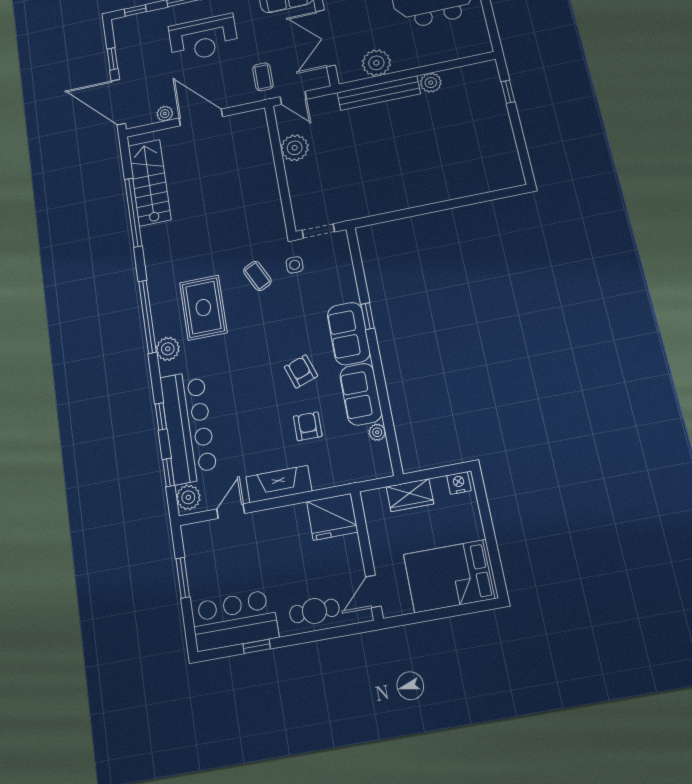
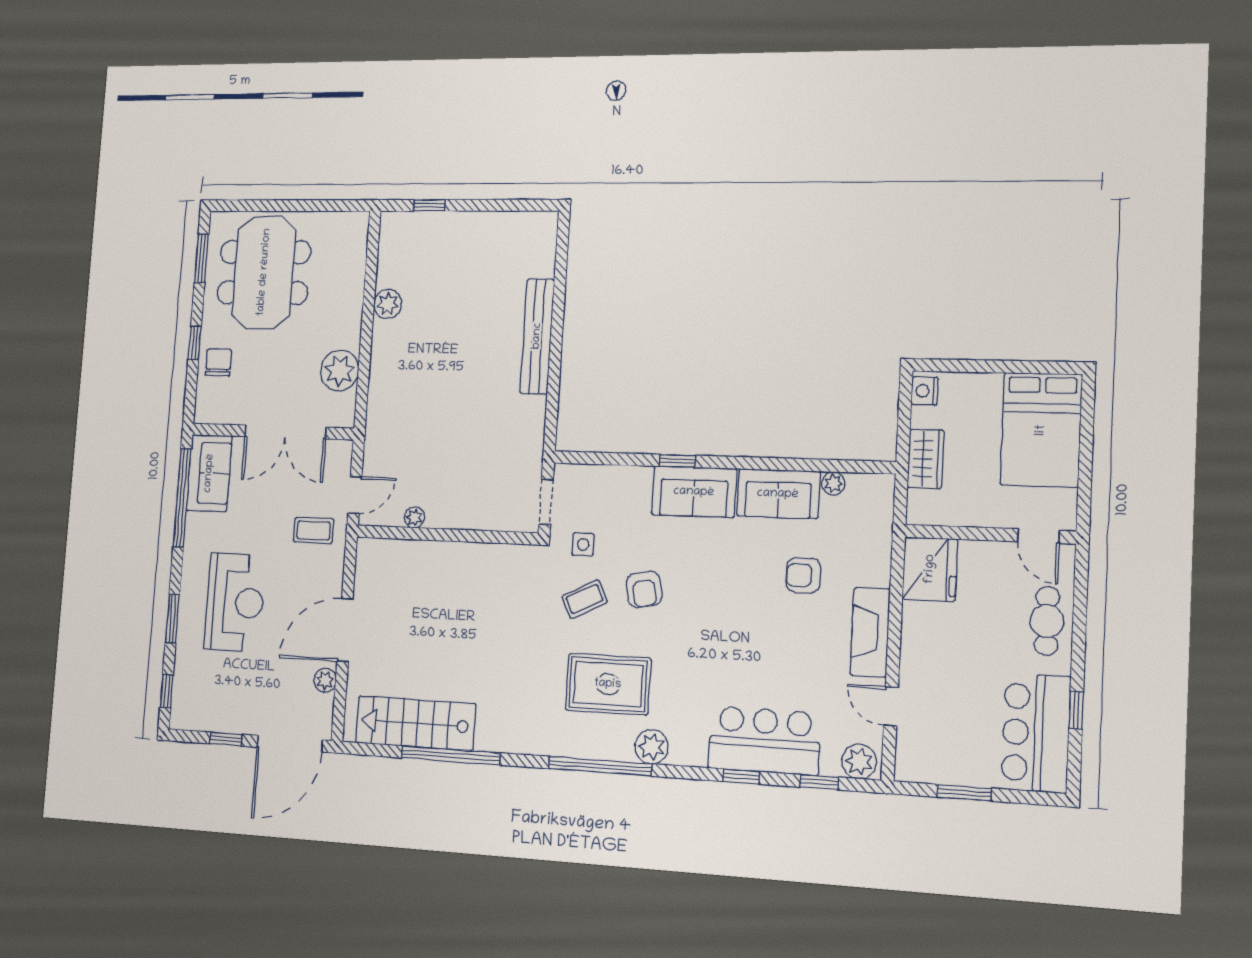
bench: (379, 93) -> (537, 336), moved
plant: (295, 148) -> (414, 517), width x0.53, depth x0.53
armchair: (301, 371) -> (644, 589), moved, turned -82
bar counter: (188, 427) -> (764, 741), width x0.73

